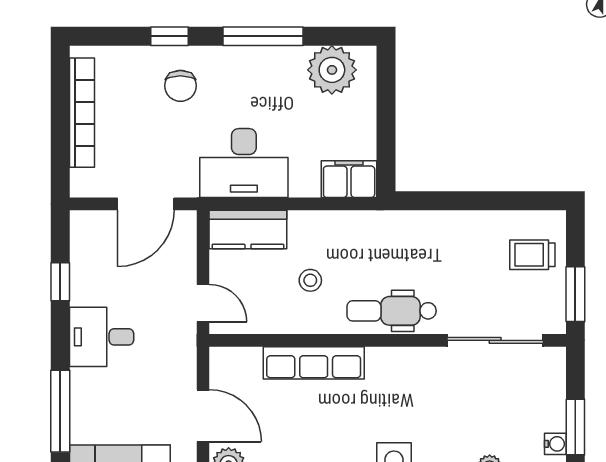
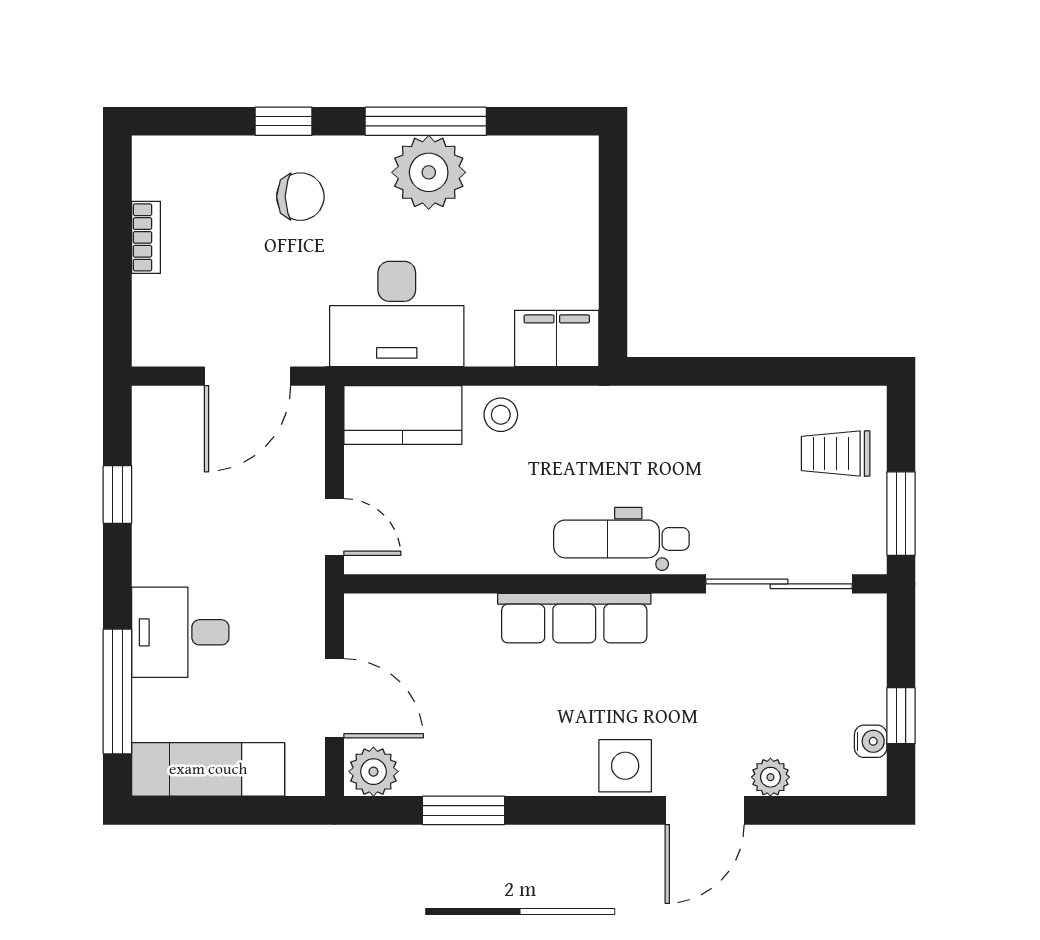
plant: (332, 70) -> (429, 172), moved
chair: (180, 86) -> (300, 197), turned -90
bookcase: (82, 113) -> (146, 237), width x0.43, depth x0.76
stool: (310, 280) -> (501, 415), moved
desk: (102, 337) -> (180, 632), moved
row of seats: (314, 363) -> (574, 618), moved
window: (575, 427) -> (901, 716), width x0.67

